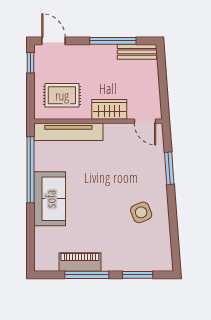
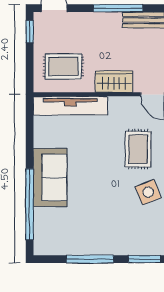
window: (30, 170) -> (30, 204), moved
rug: (132, 172) -> (138, 149), added
piano: (80, 262) -> (83, 245), removed

